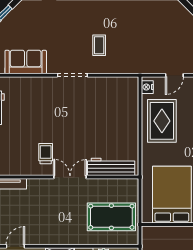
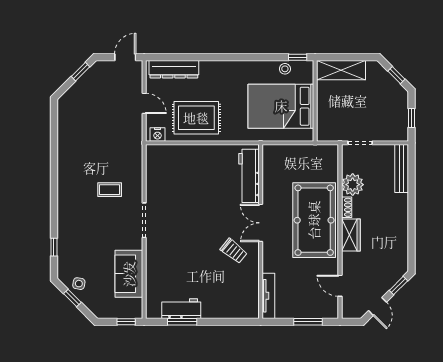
side table: (17, 18) -> (79, 284), added
trolley: (46, 154) -> (234, 251), turned -141
pool table: (111, 217) -> (314, 220), moved, width x1.36, depth x1.32

